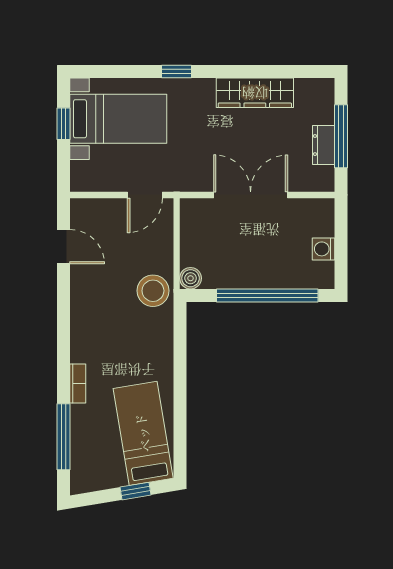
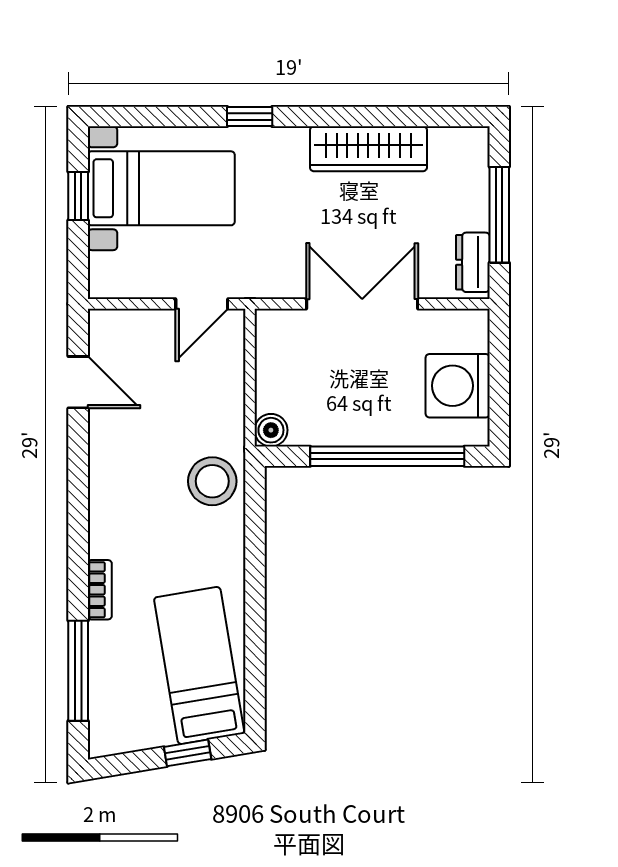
dresser: (324, 145) -> (473, 262), moved
washing machine: (324, 249) -> (458, 386), width x1.89, depth x1.89
stool: (153, 291) -> (212, 481), moved

